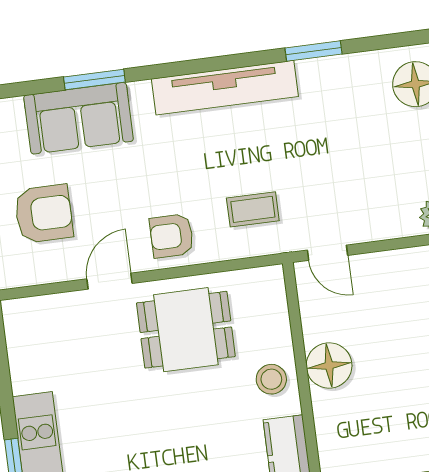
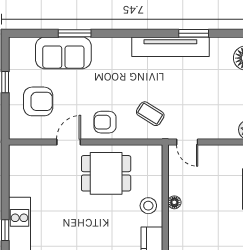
tv unit: (225, 88) -> (170, 47), moved
coffee table: (253, 209) -> (150, 114), turned 32
floor lamp: (329, 365) -> (174, 202), width x0.53, depth x0.53

